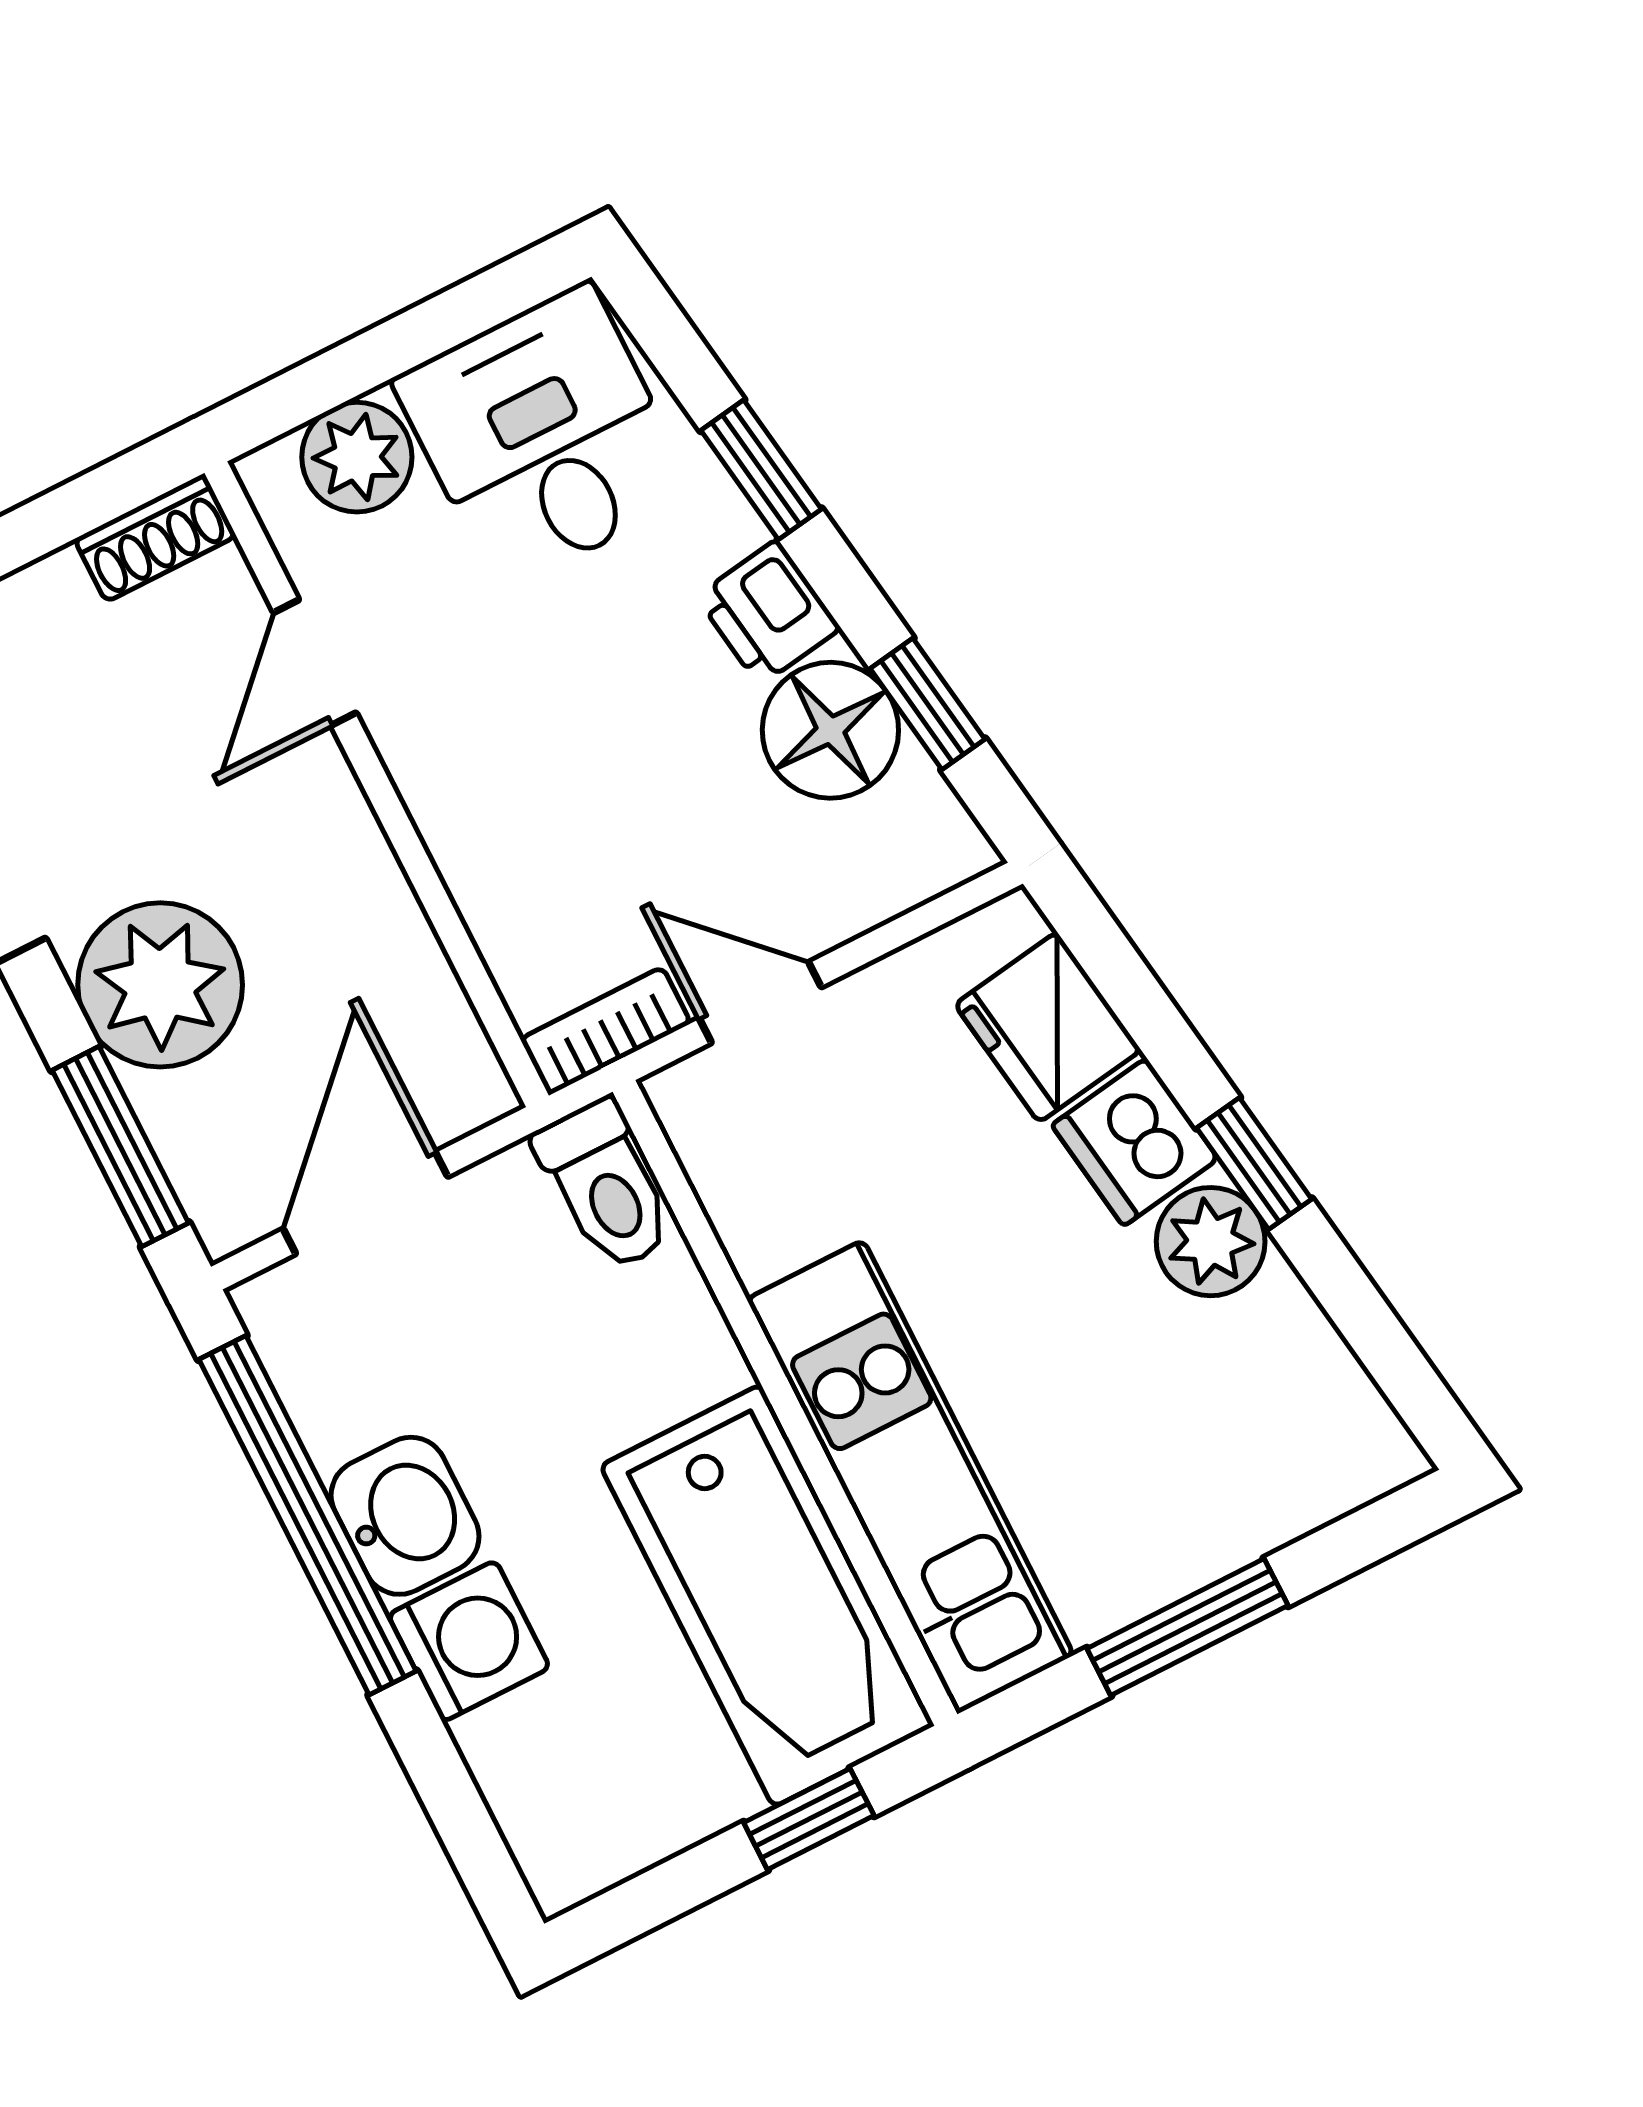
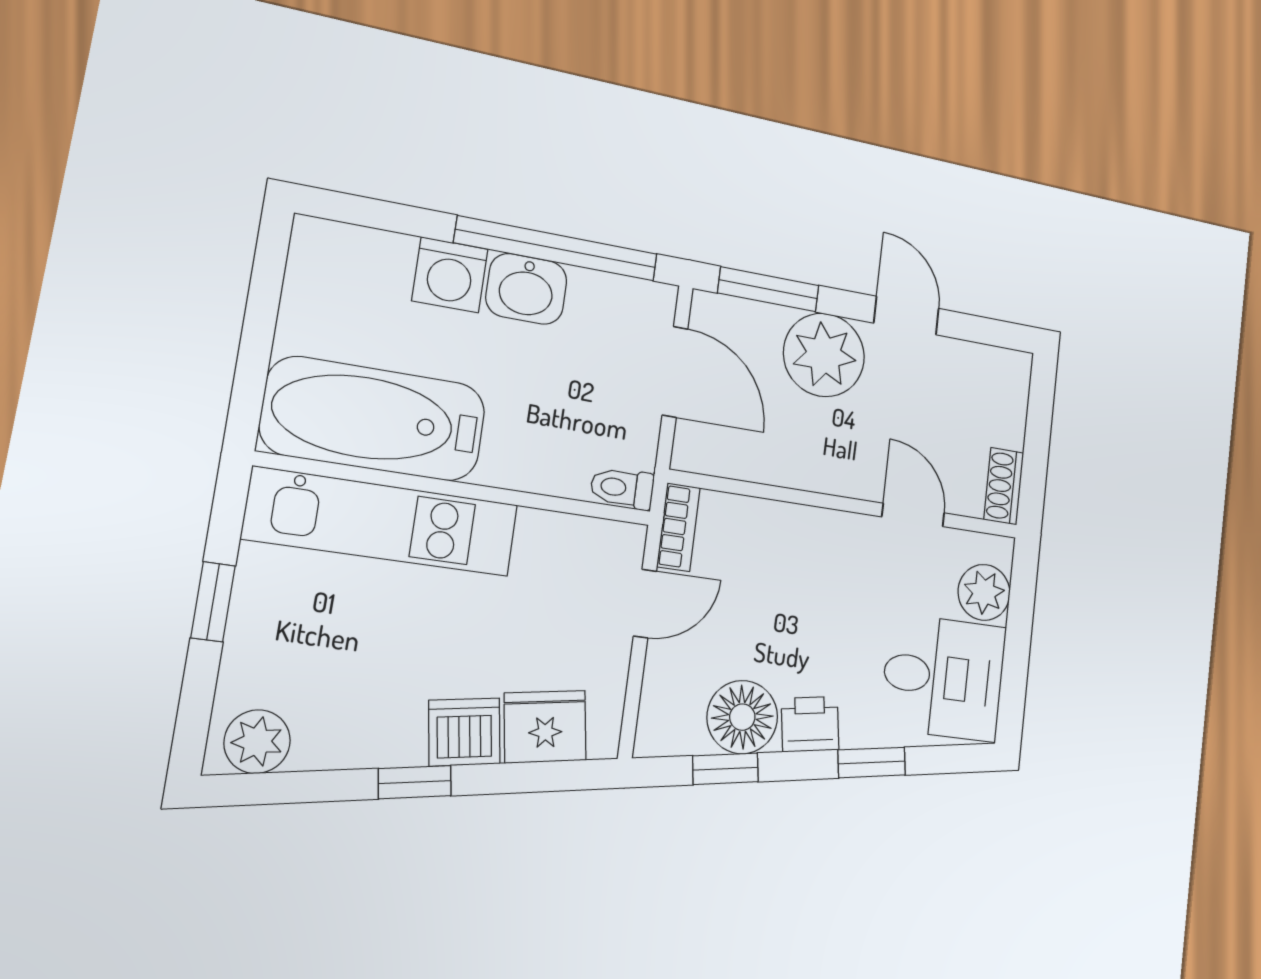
toilet: (606, 1185) -> (622, 488), width x0.73, depth x0.72
plant: (1211, 1242) -> (257, 742), moved
window: (1187, 1627) -> (213, 602), width x0.67
window: (809, 1819) -> (253, 363), removed

